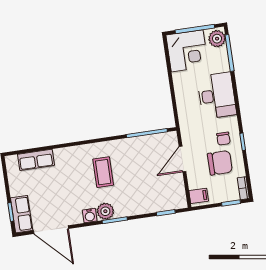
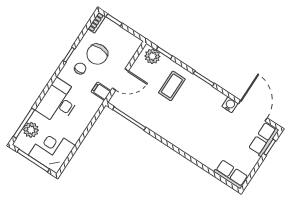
plant: (217, 39) -> (31, 130), moved
row of seats: (36, 160) -> (231, 174), moved
chair: (220, 163) -> (97, 54), turned -90
coffee table: (103, 172) -> (172, 86), moved
filing cabinet: (199, 196) -> (101, 91), moved
plant: (105, 211) -> (152, 56), moved
water cooler: (90, 216) -> (230, 105), moved

